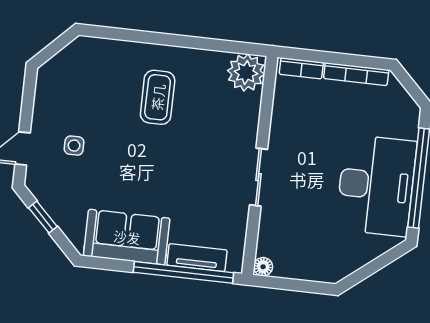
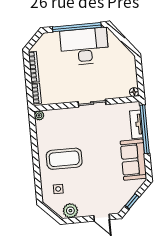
plant: (246, 73) -> (39, 115), width x0.53, depth x0.53
plant: (50, 88) -> (70, 211), added
coffee table: (158, 97) -> (64, 159), width x1.36, depth x1.32
side table: (74, 146) -> (58, 189), moved

